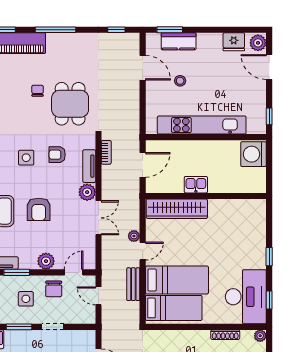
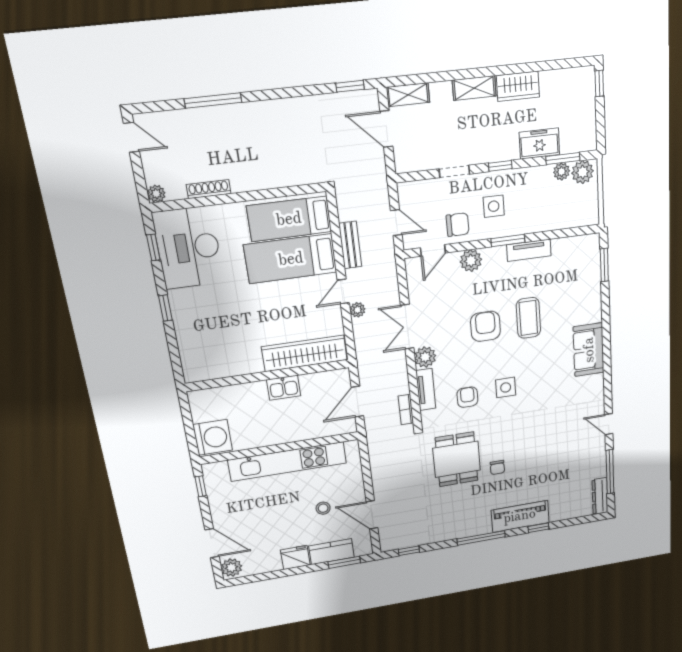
fridge: (234, 42) -> (295, 557), moved
armchair: (57, 155) -> (467, 397), turned -90
chair: (54, 289) -> (458, 225), turned 90
window: (19, 327) -> (500, 166), width x0.67

